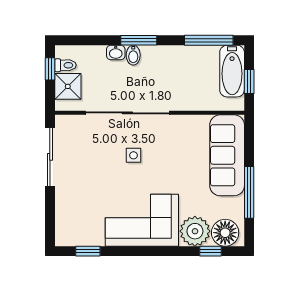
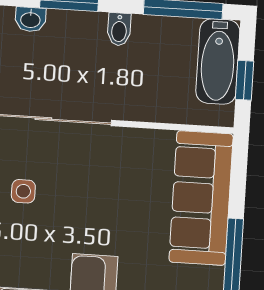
bidet: (133, 55) -> (119, 29), moved
side table: (134, 155) -> (23, 191), moved

